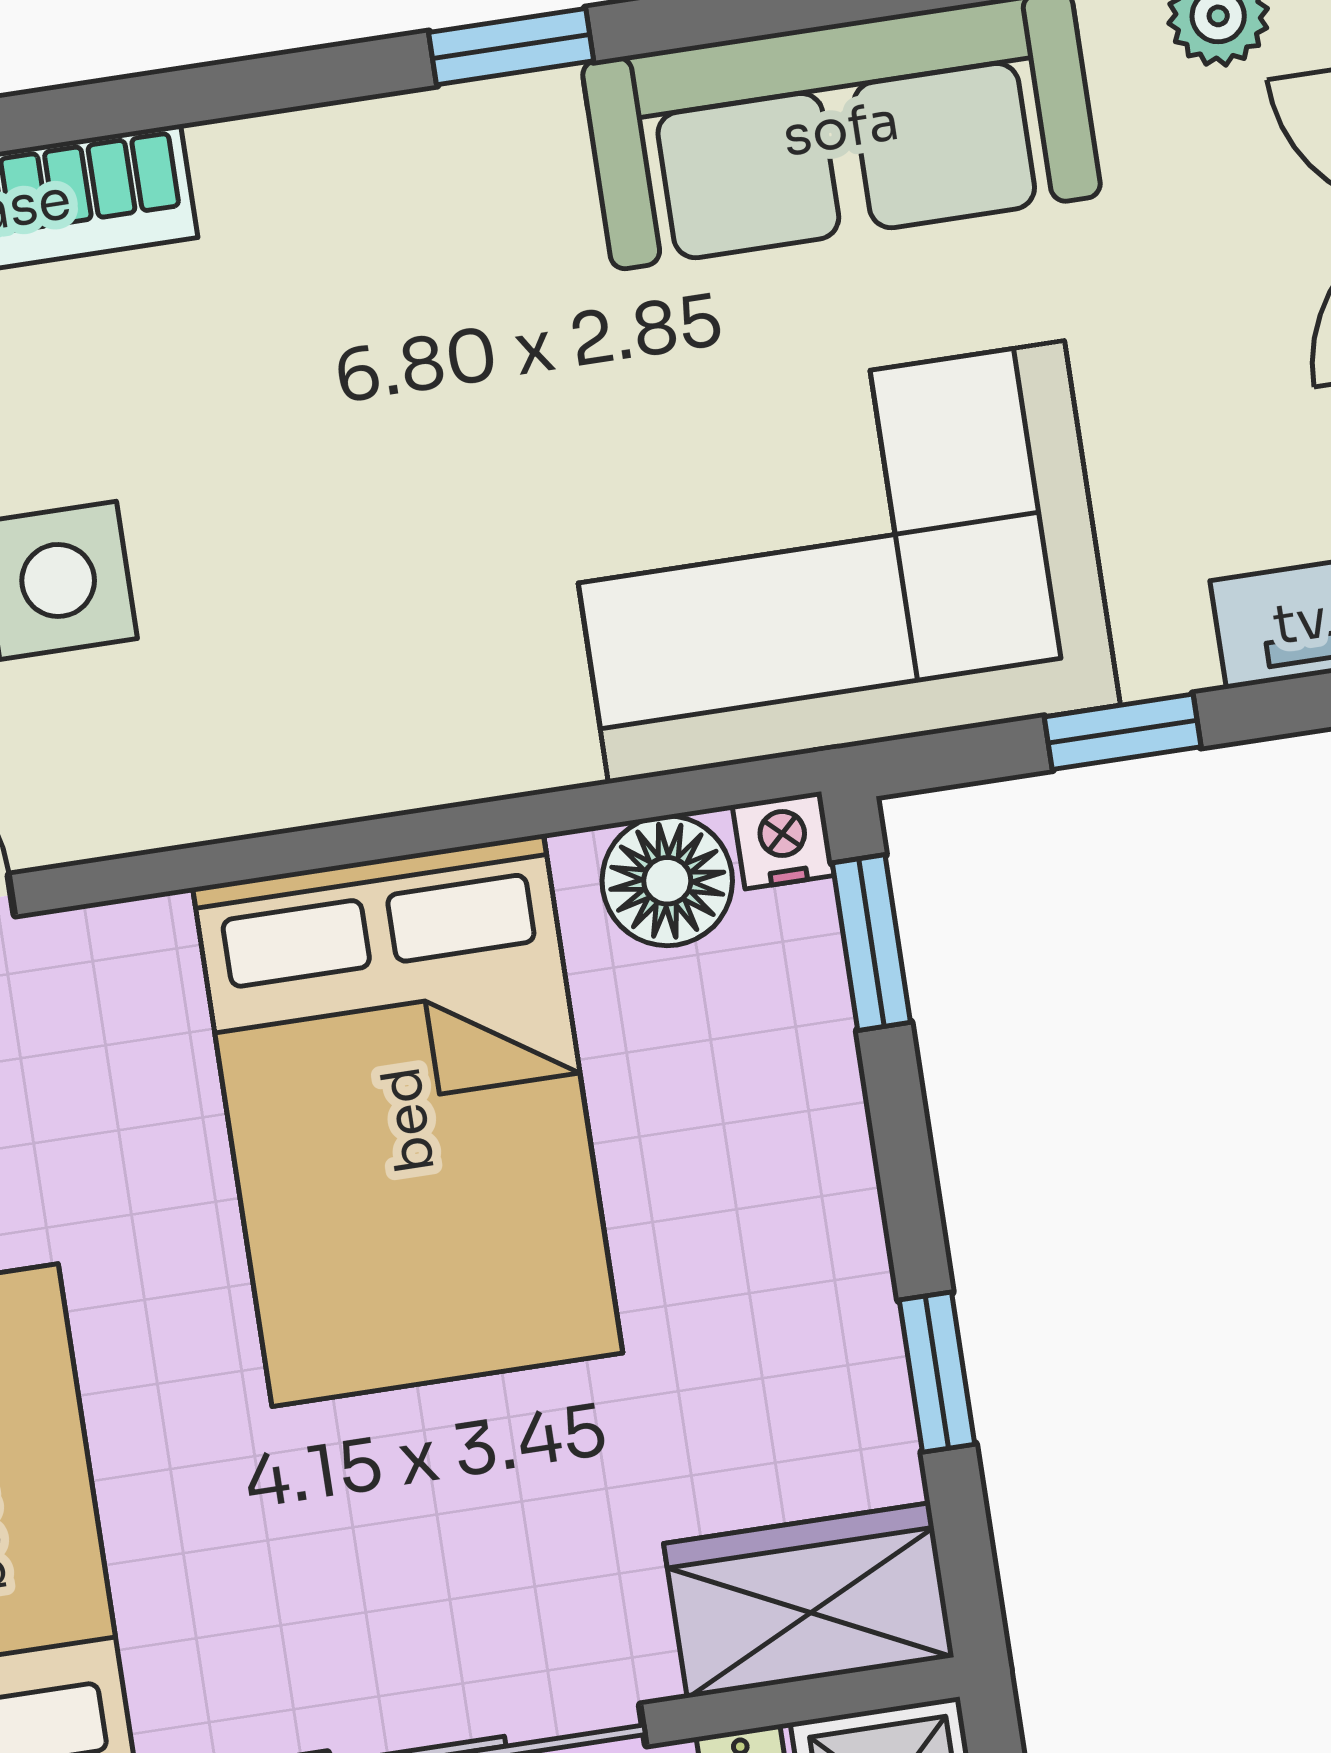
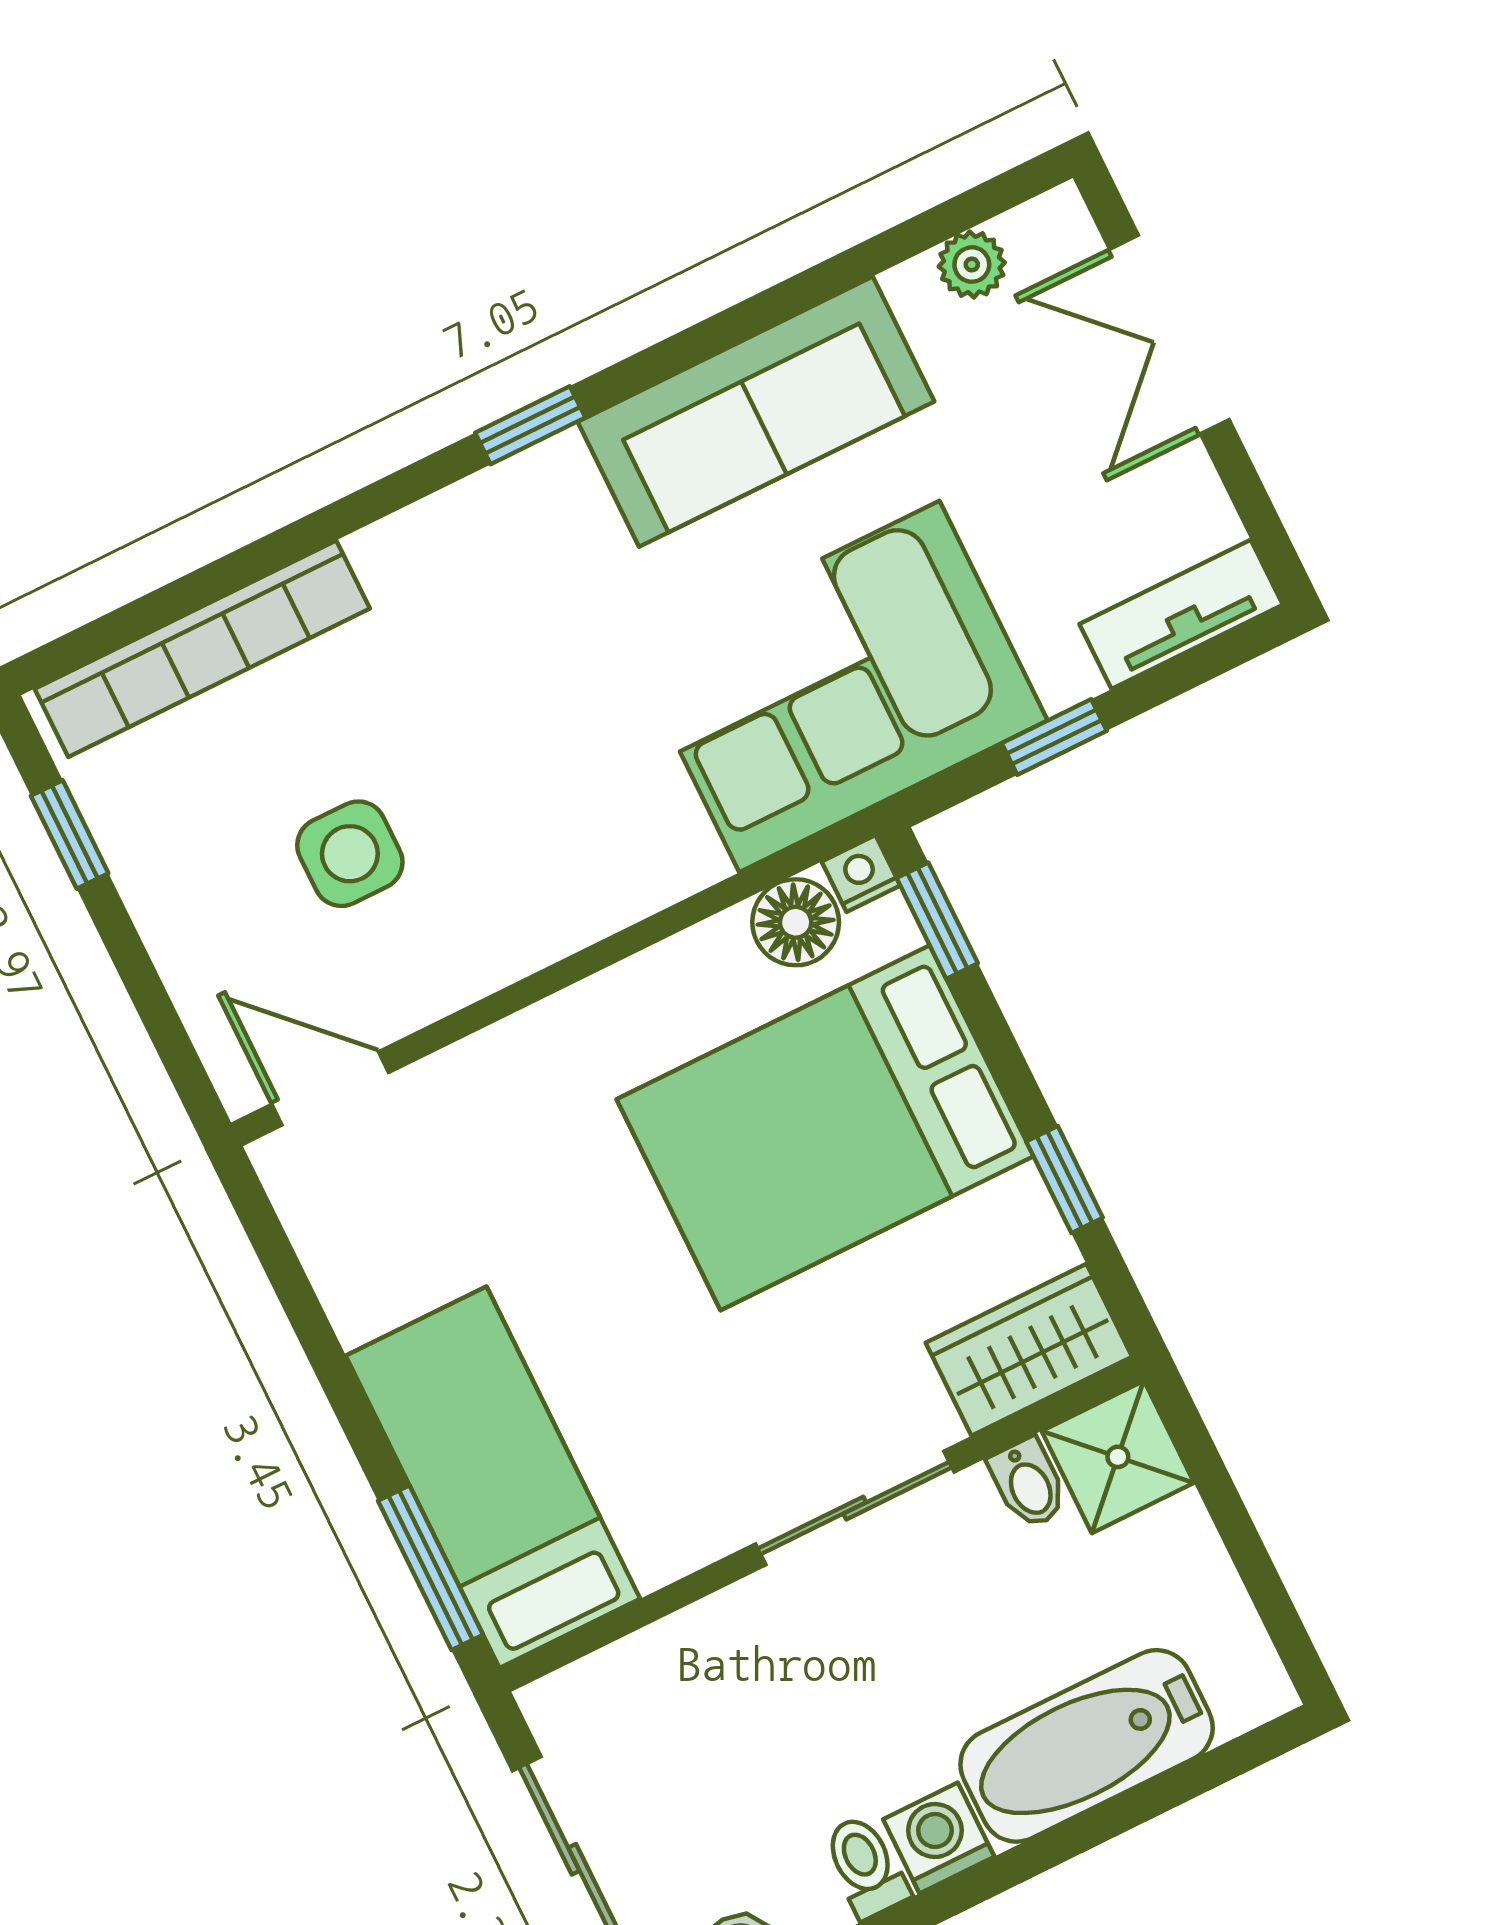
bed: (408, 1120) -> (825, 1128), moved, turned 90

